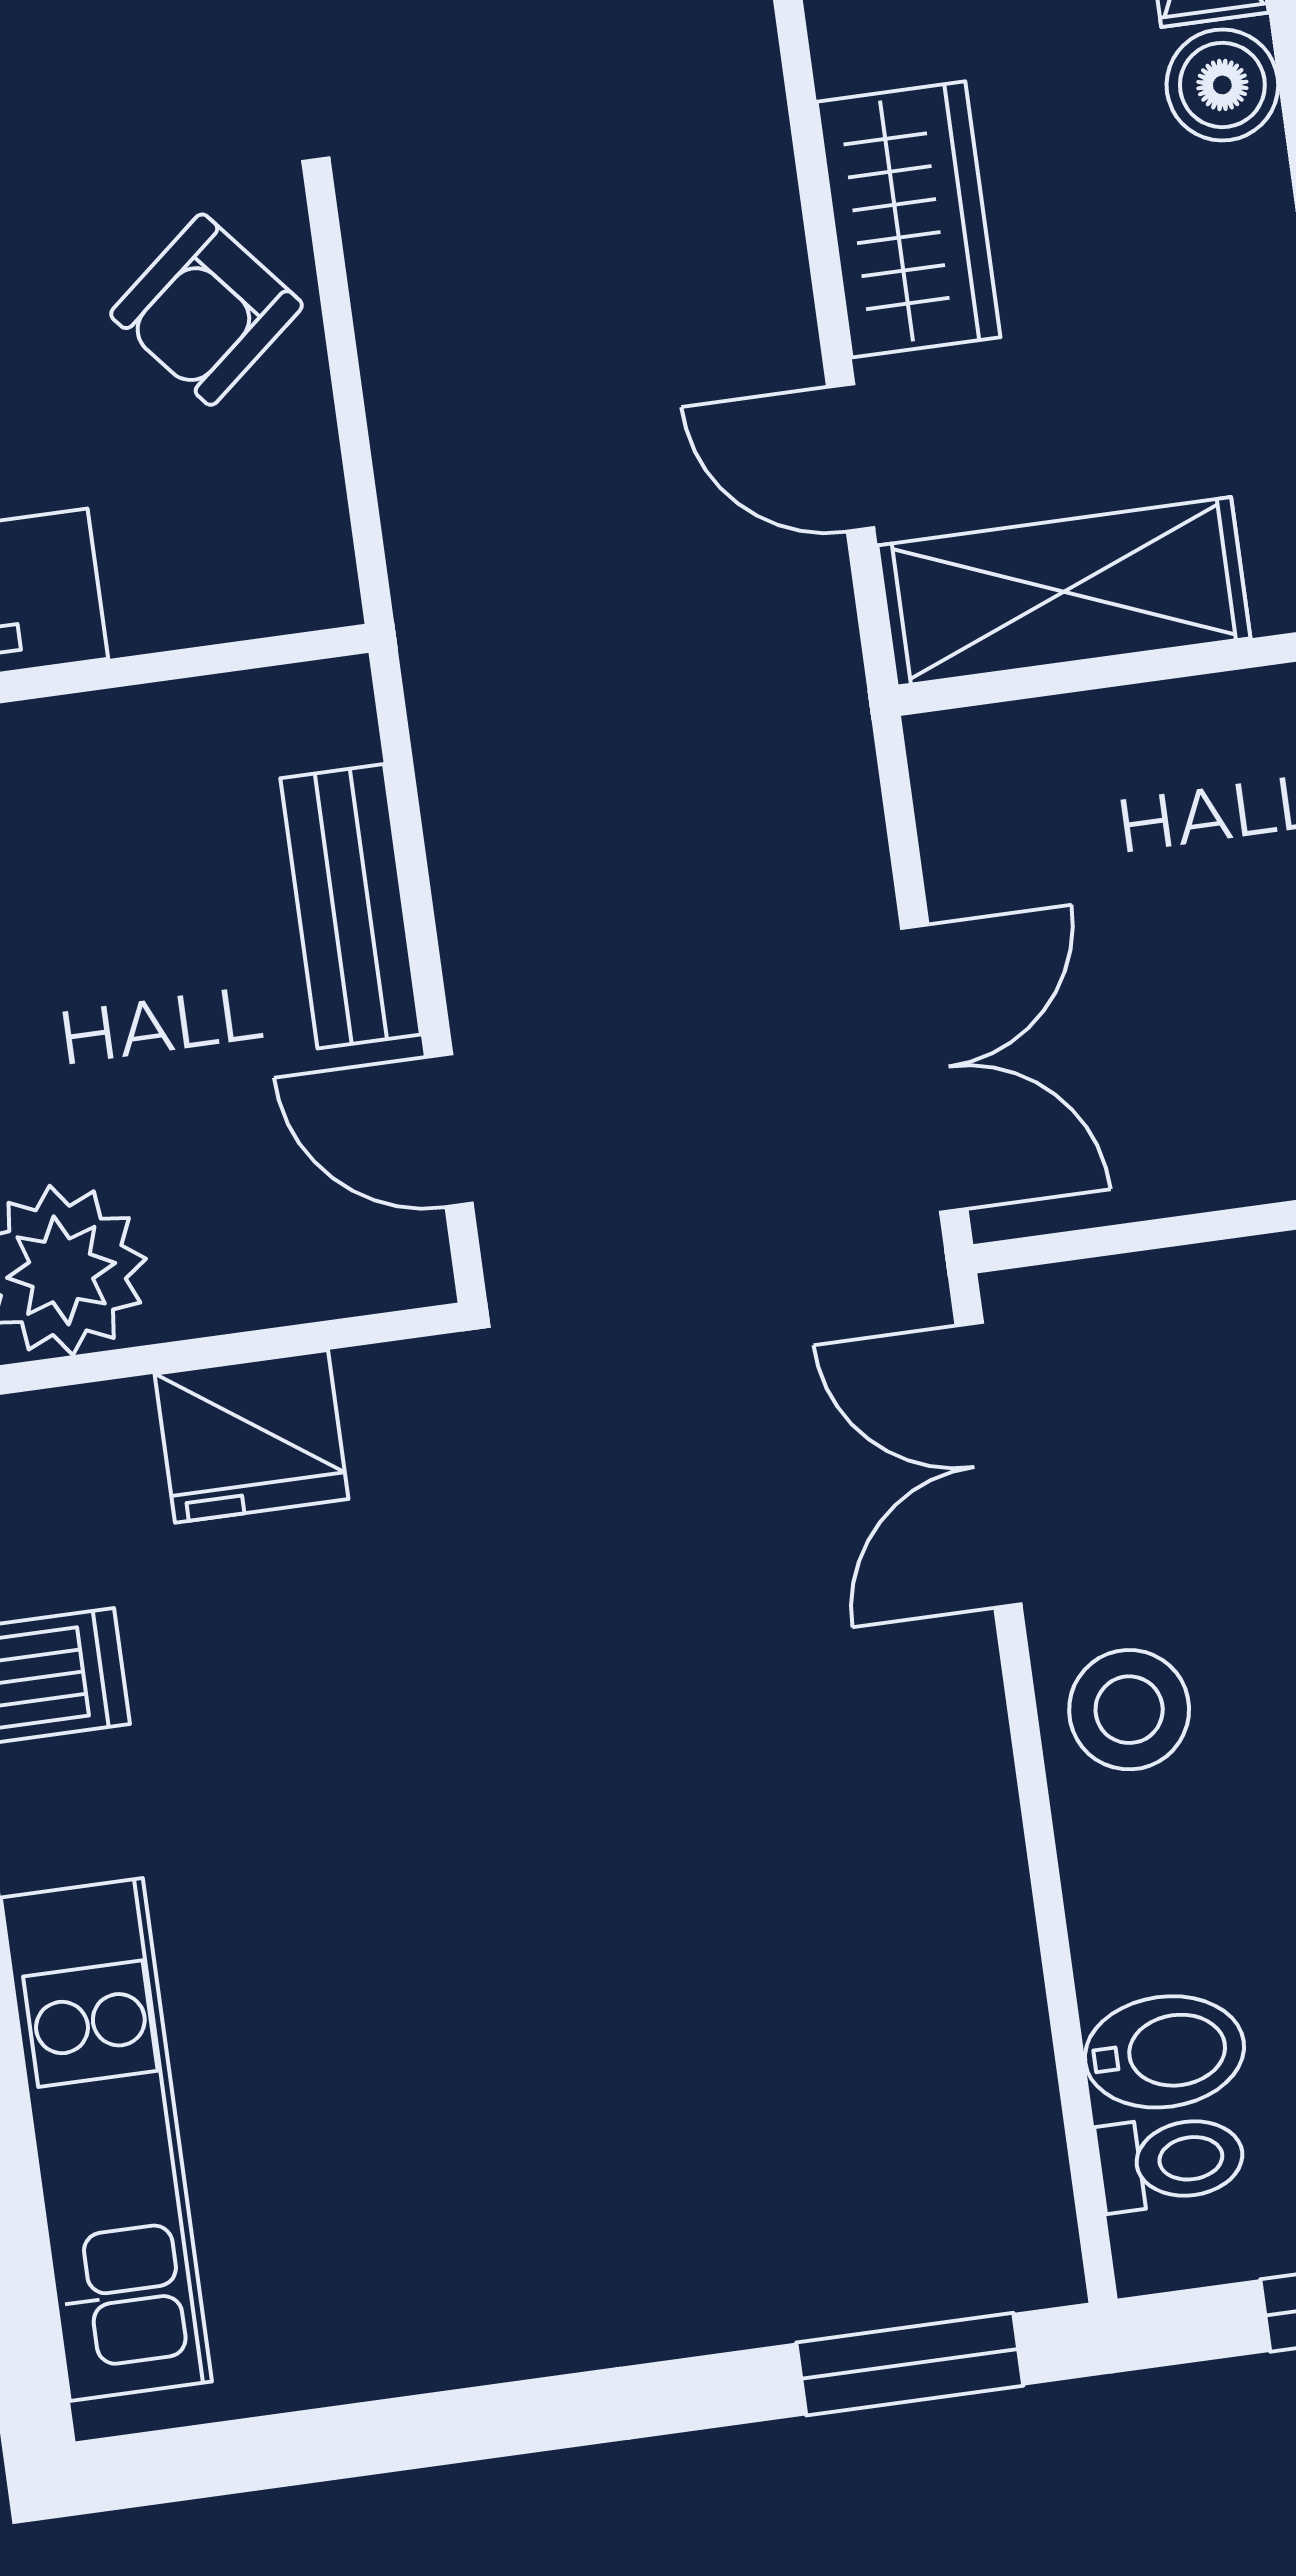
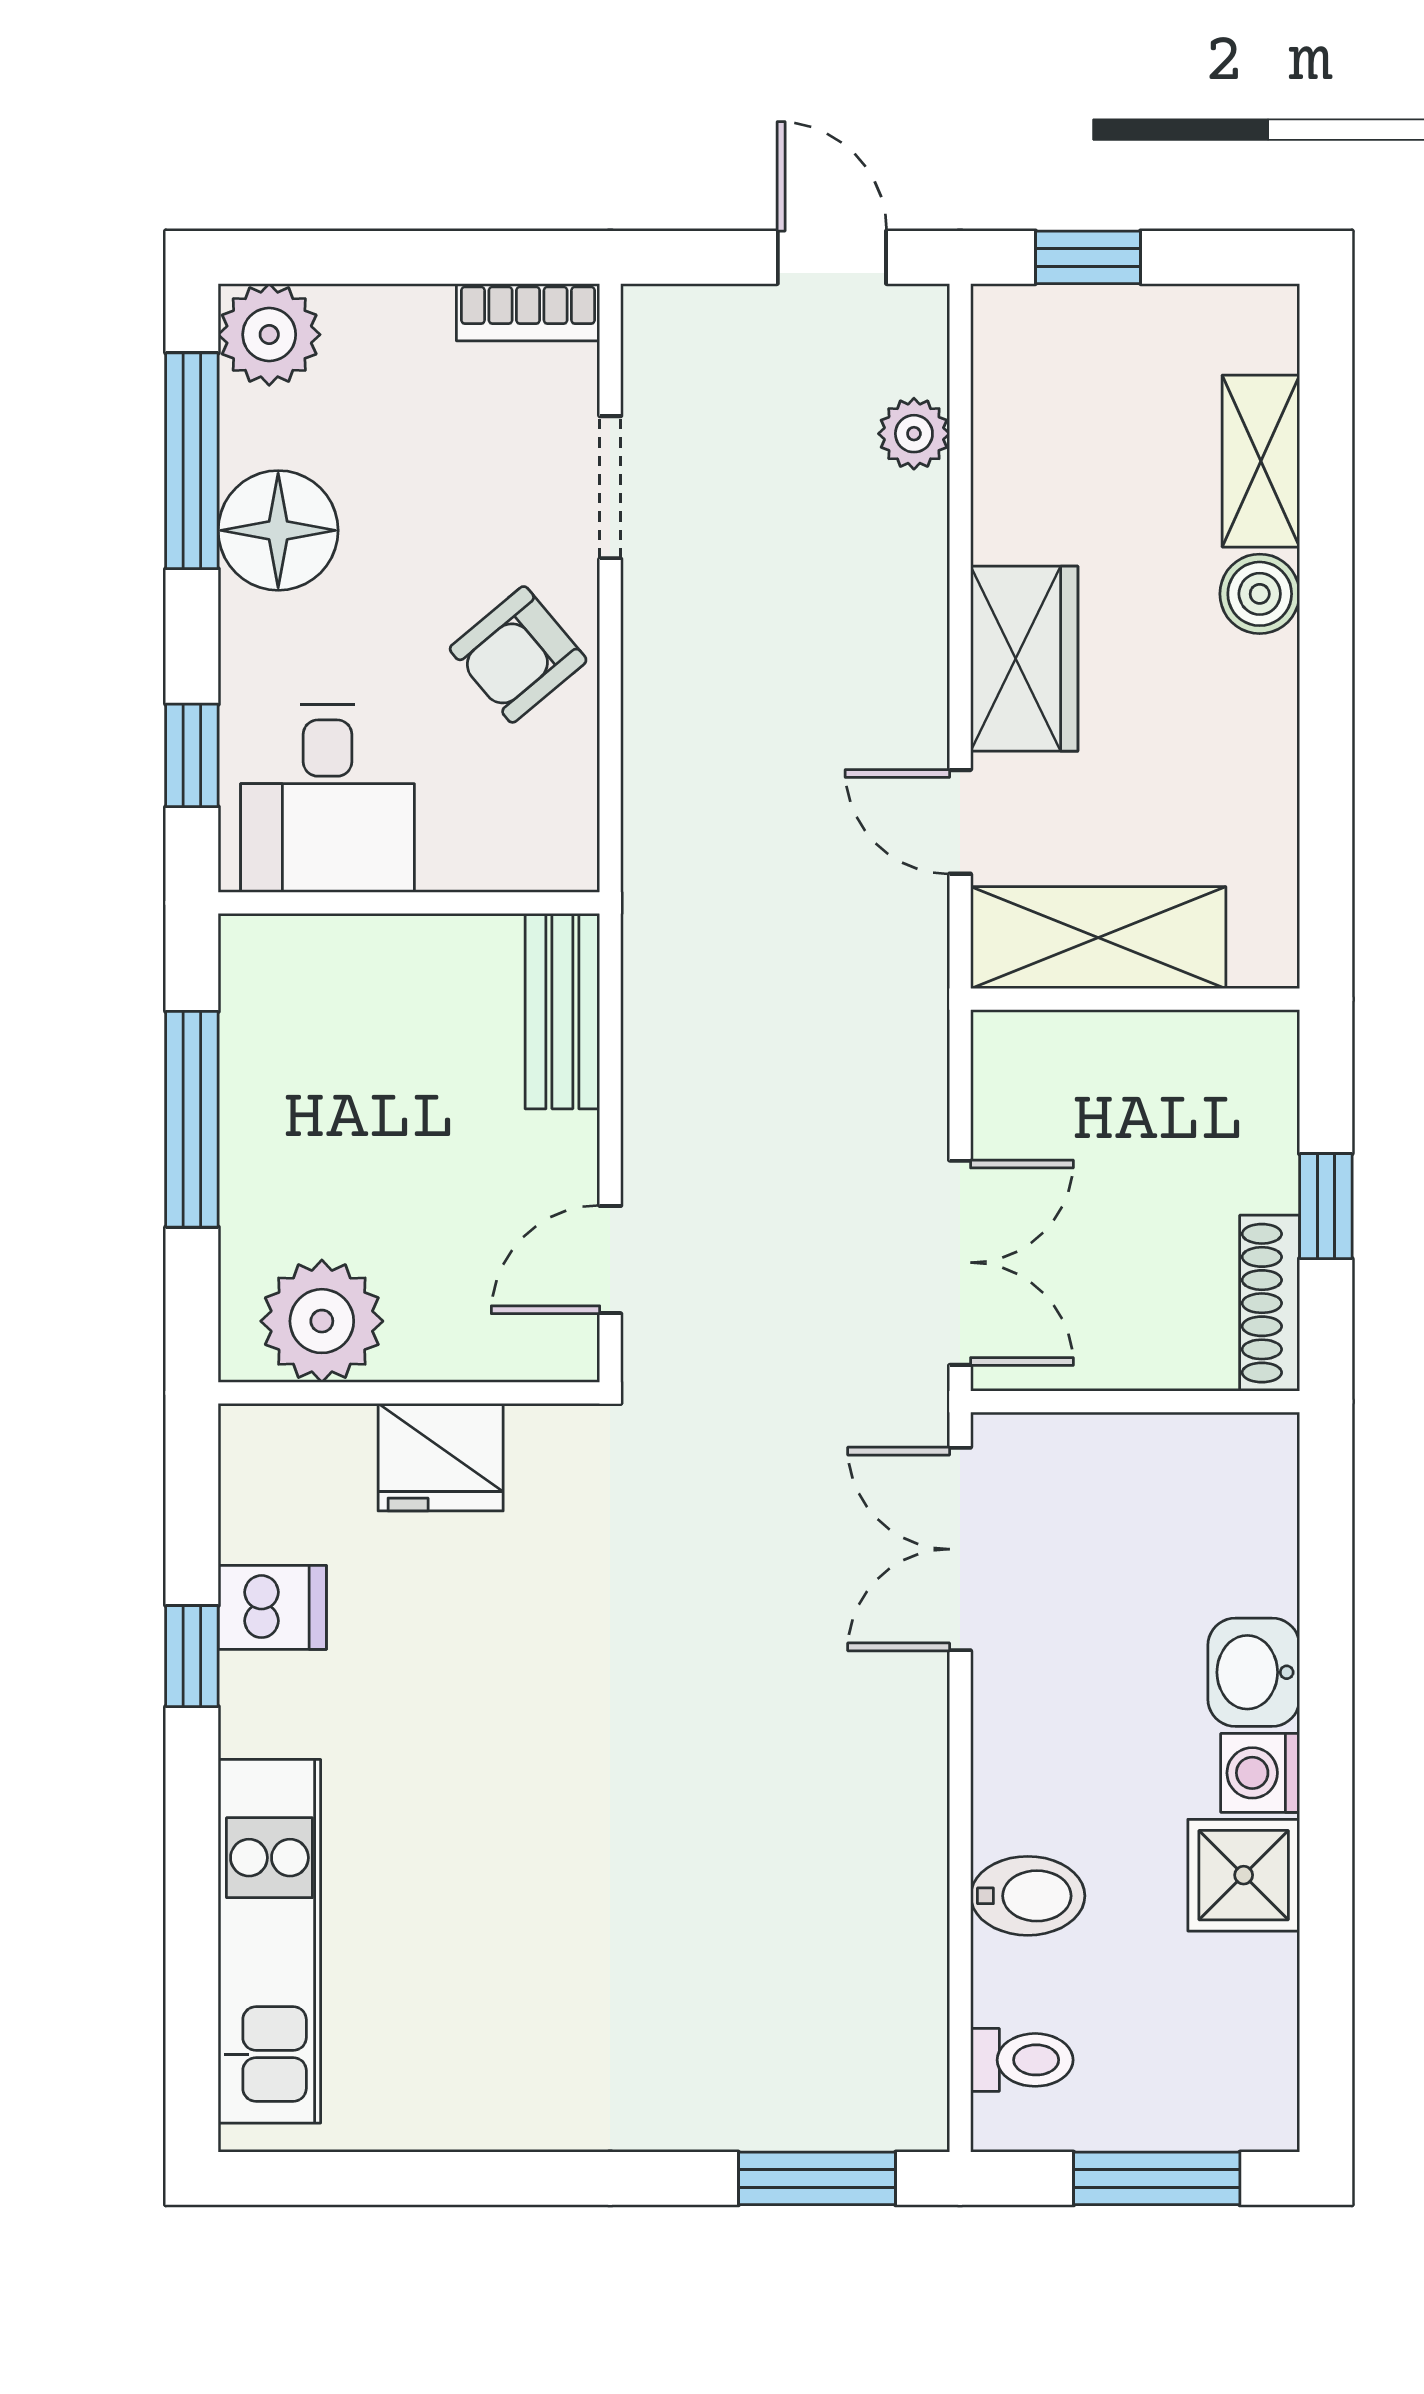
bench: (351, 906) -> (562, 1011), moved
door: (449, 1130) -> (610, 1260), hinge flipped
stool: (1129, 1710) -> (1036, 1736), removed
bidet: (1164, 2052) -> (1028, 1896), moved

